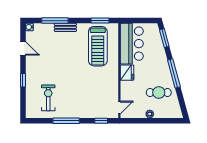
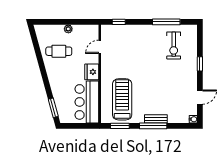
window: (55, 21) -> (153, 126), moved
door: (23, 48) -> (200, 97), swing flipped
window: (174, 73) -> (43, 71), removed
door: (119, 108) -> (100, 47), moved
window: (66, 121) -> (166, 22), moved

